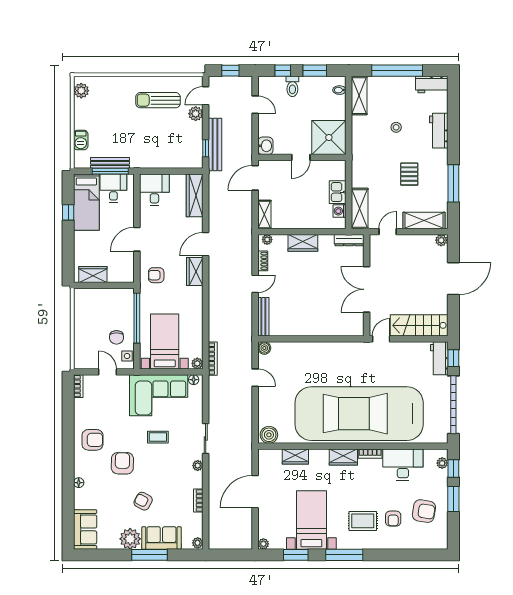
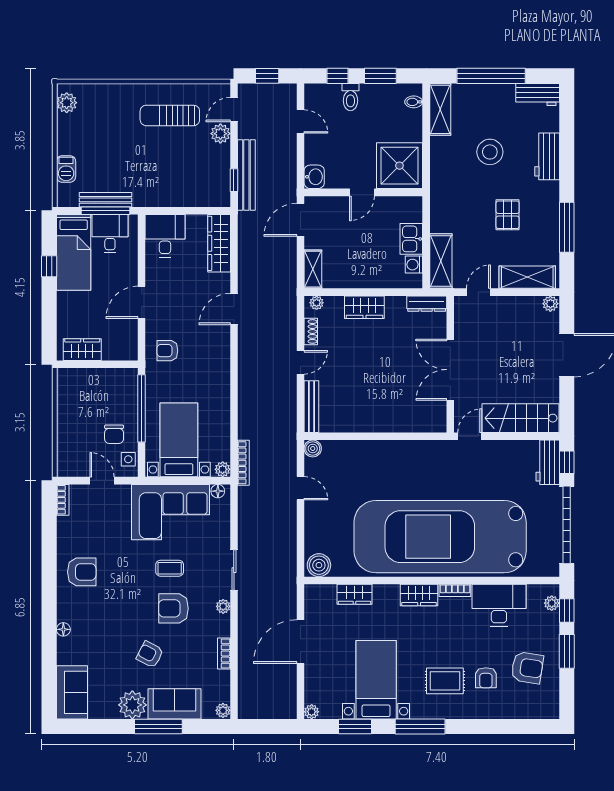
stool: (396, 127) -> (490, 152), width x1.89, depth x1.89
wardrobe: (195, 271) -> (219, 346), removed
armchair: (122, 463) -> (173, 608), moved, turned -91

